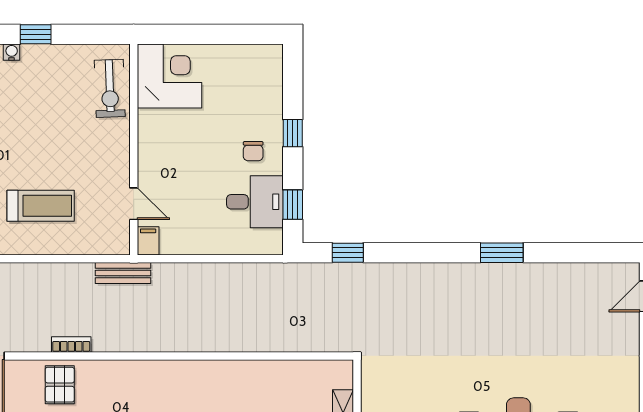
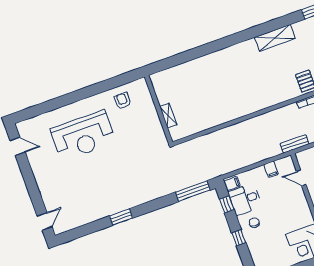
filing cabinet: (269, 240) -> (232, 184), added
filing cabinet: (148, 241) -> (271, 169), moved
window: (348, 253) -> (193, 191), width x2.17

